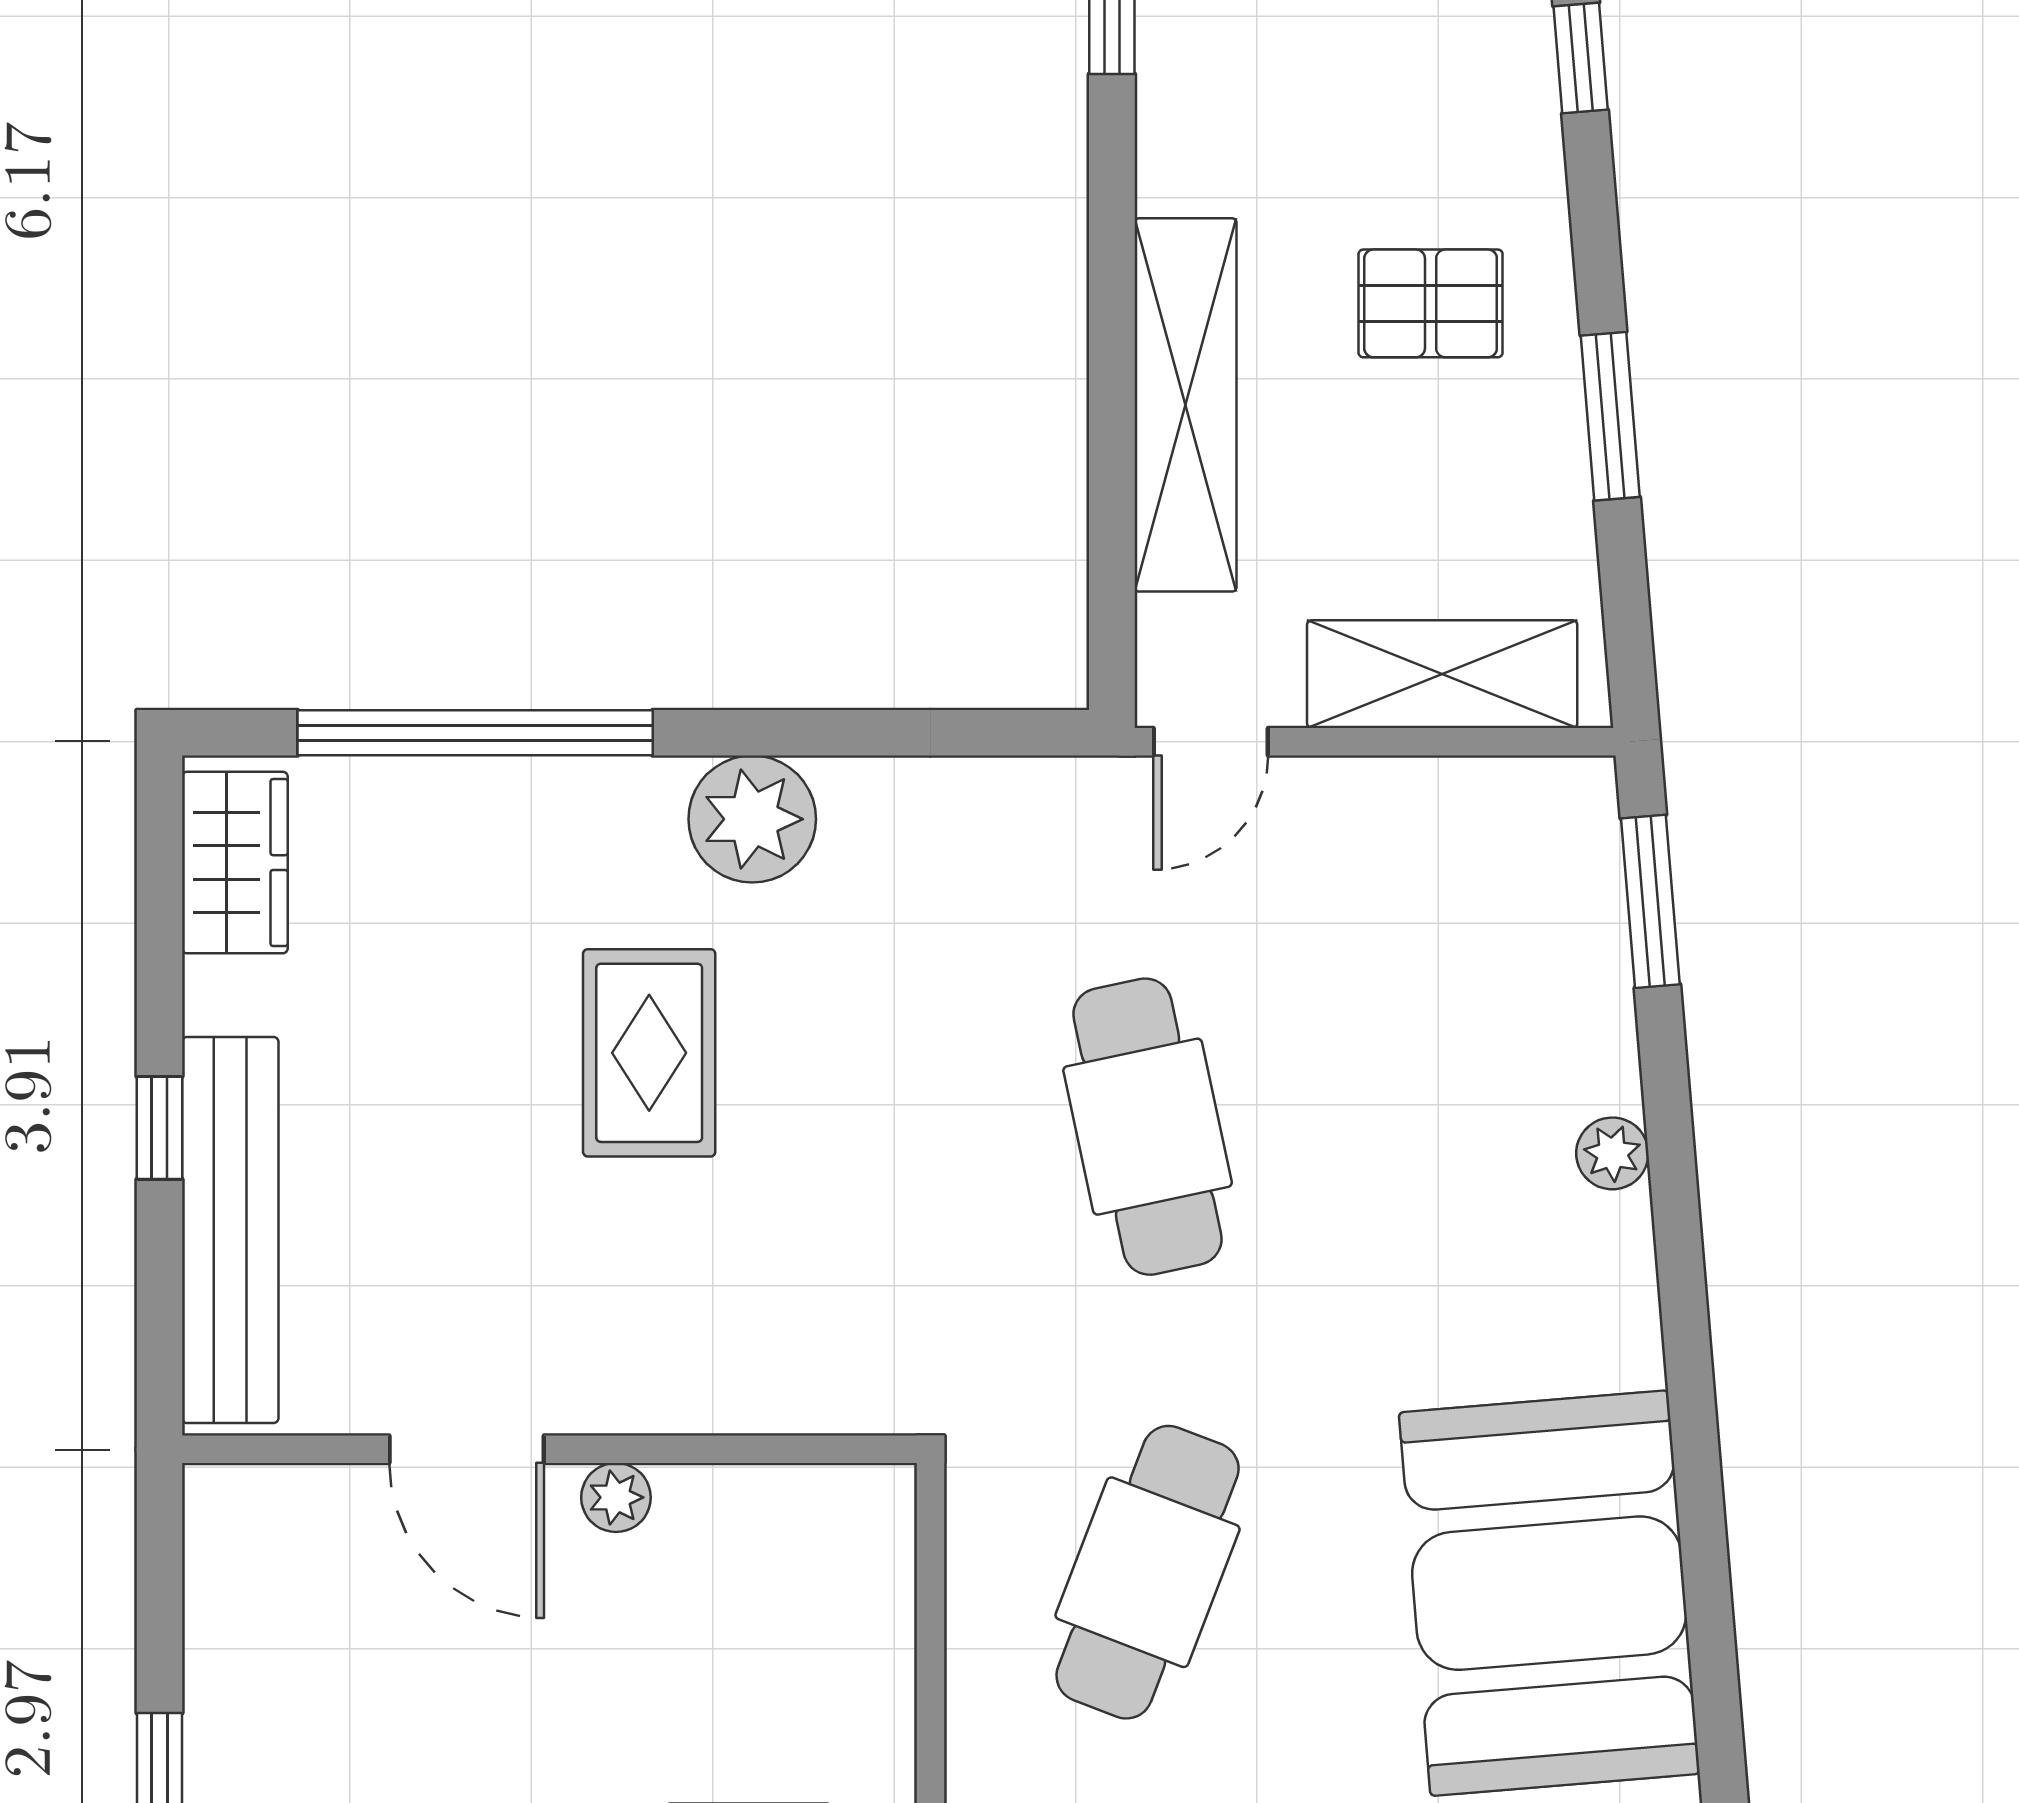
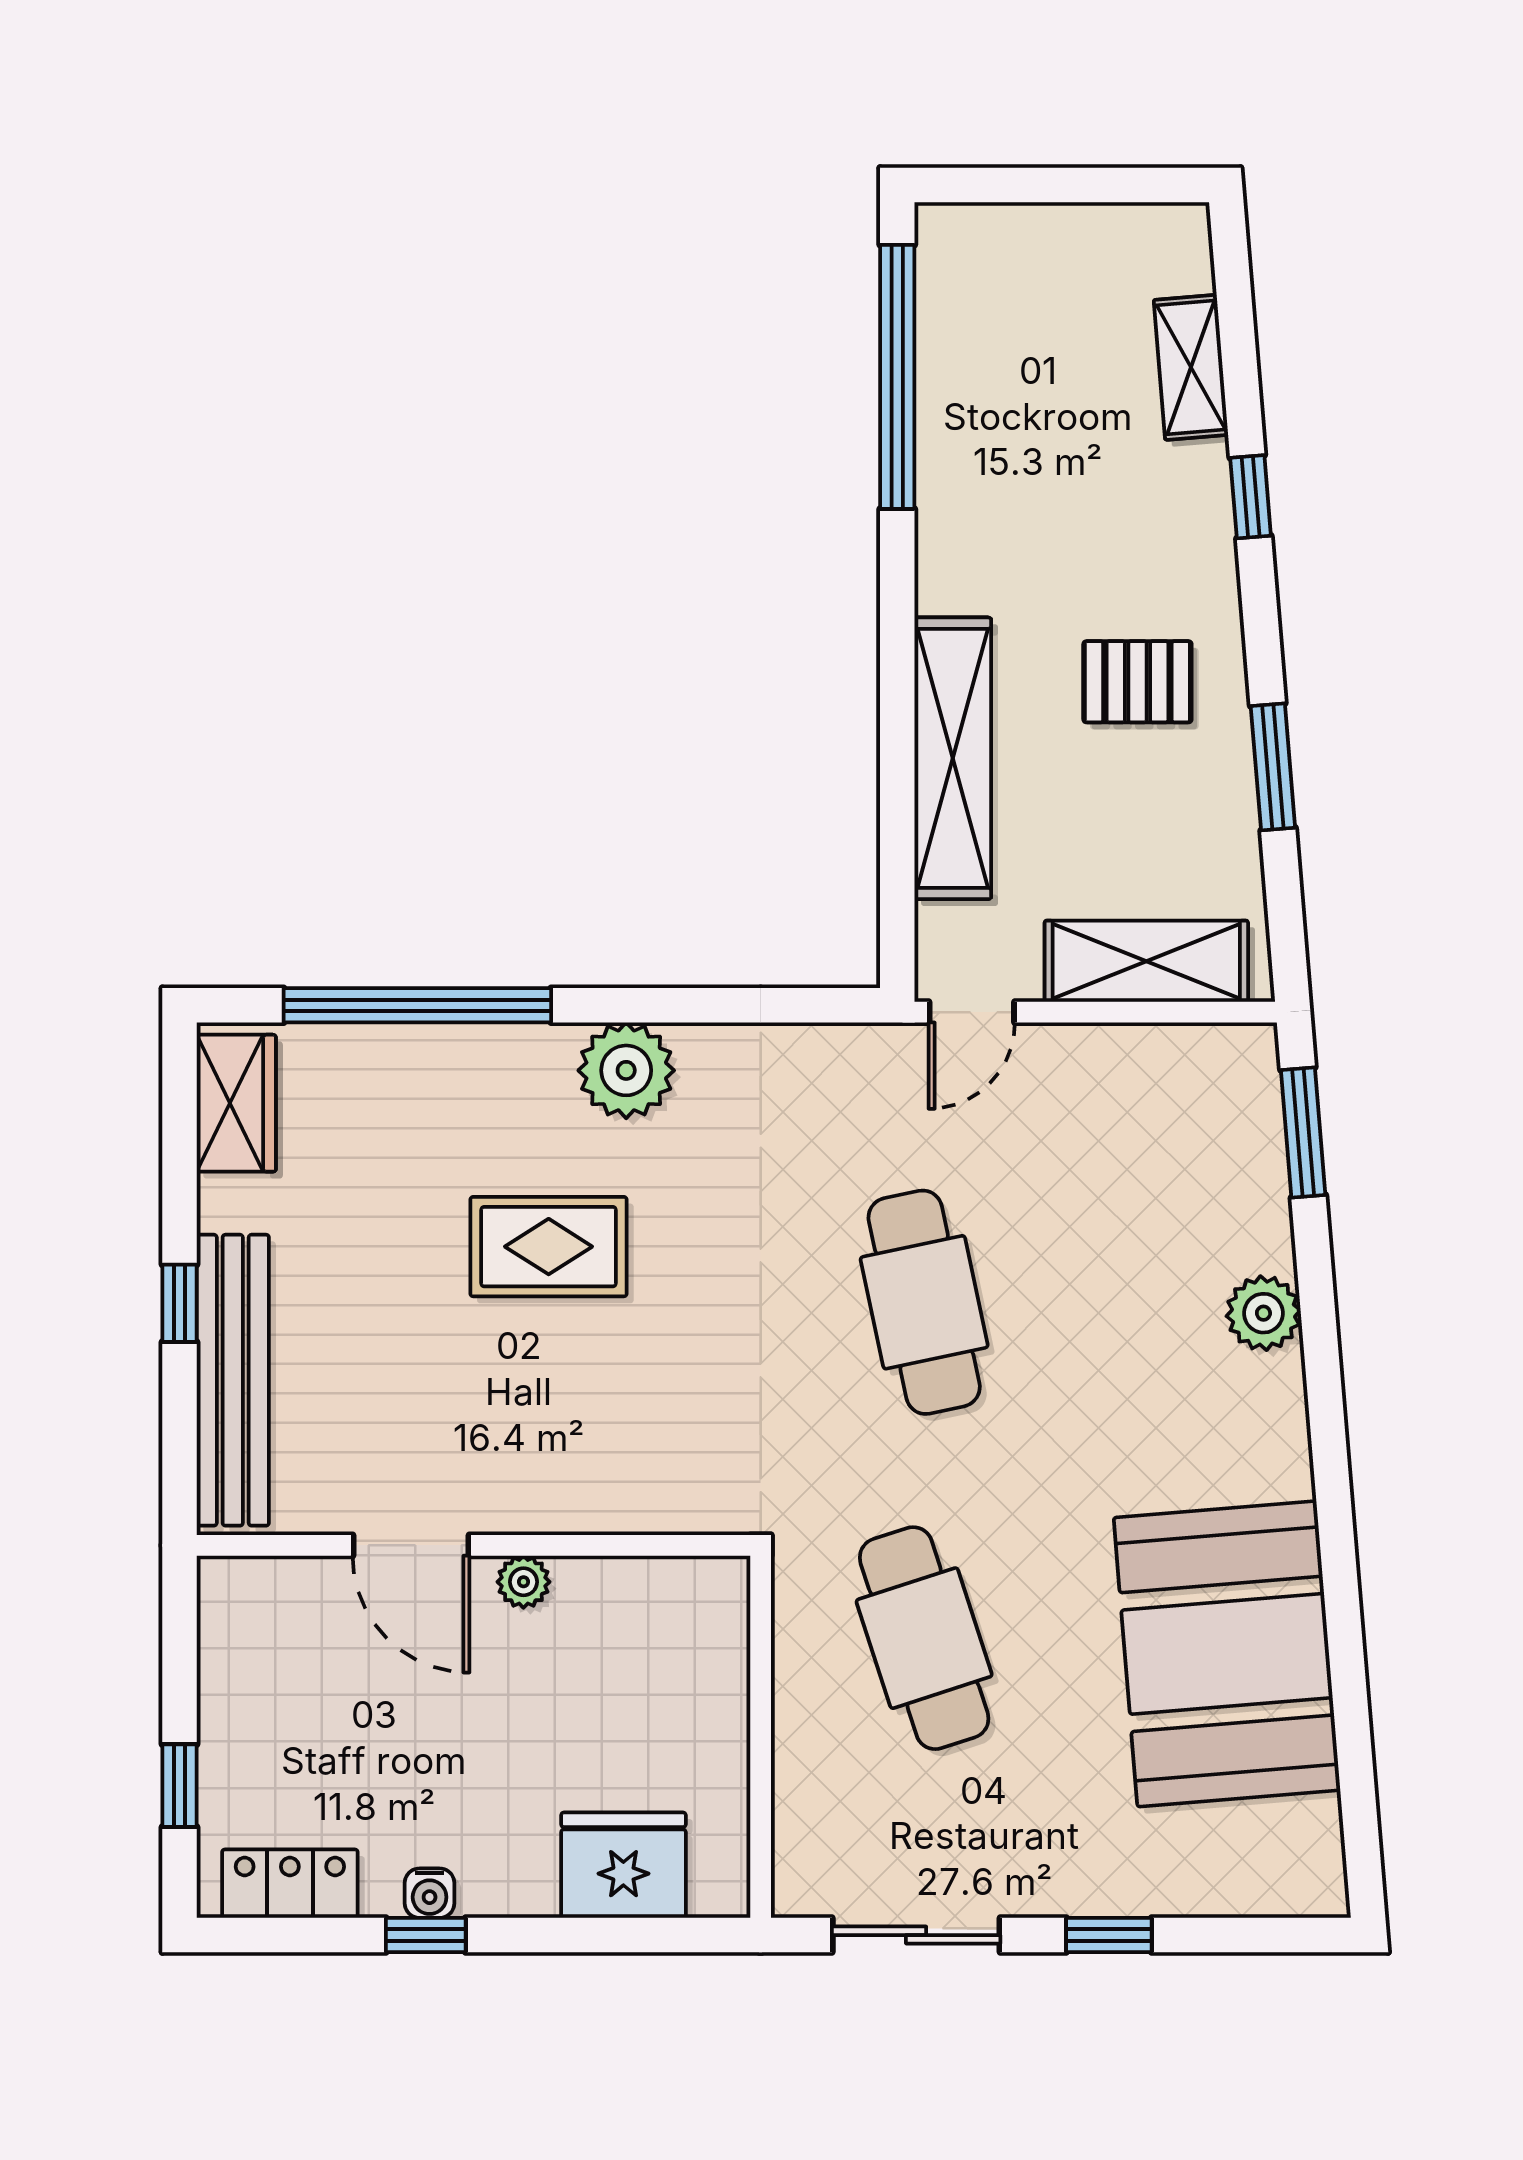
rug: (649, 1053) -> (549, 1247), turned 90
plant: (1612, 1153) -> (1263, 1313), width x1.38, depth x1.38
cafe table: (1148, 1572) -> (924, 1638), turned -39

